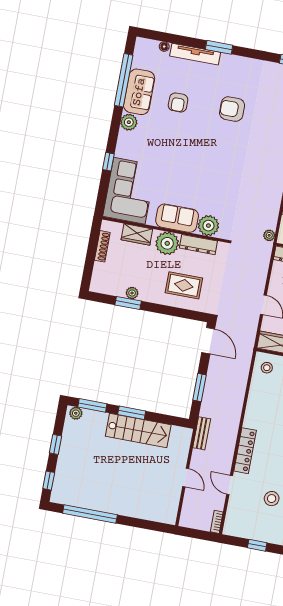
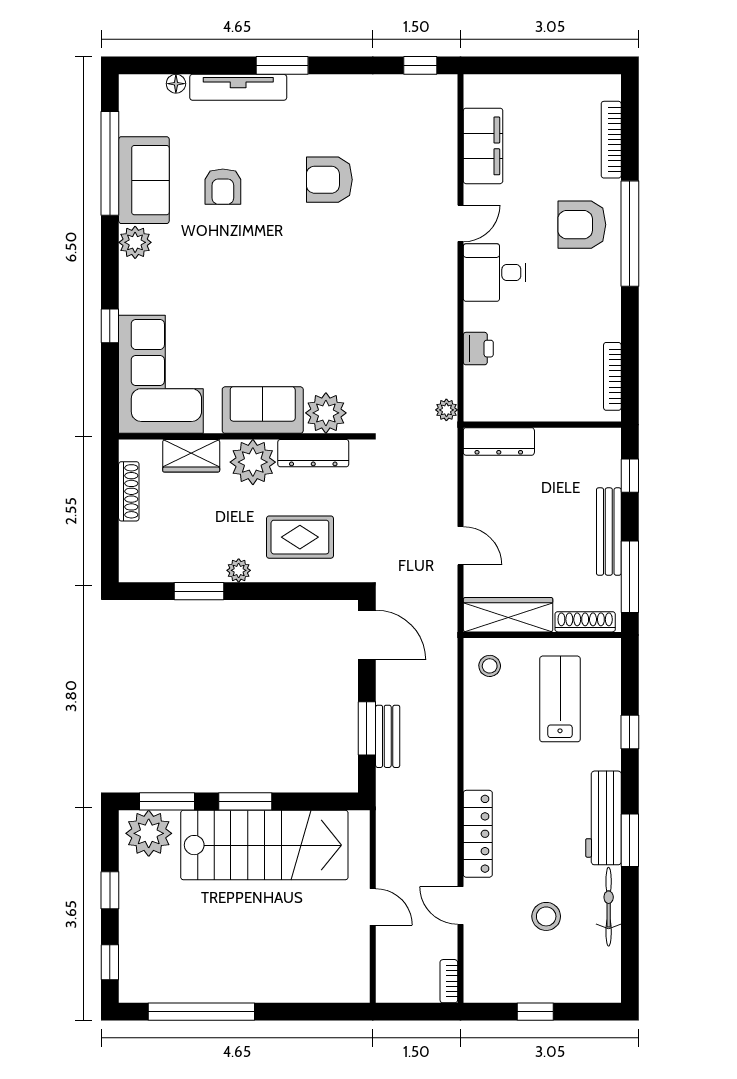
plant: (132, 293) -> (239, 570), moved
plant: (76, 413) -> (149, 833), width x1.87, depth x1.87
stairs: (138, 430) -> (264, 845), width x1.36, depth x1.51
bench: (202, 433) -> (388, 736), moved

